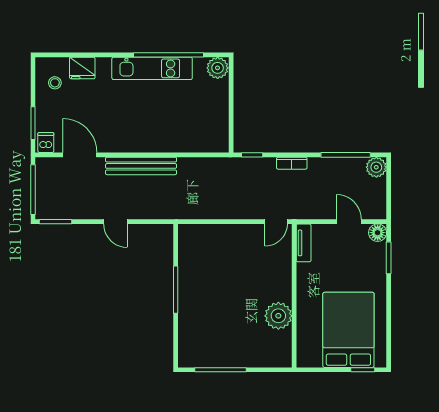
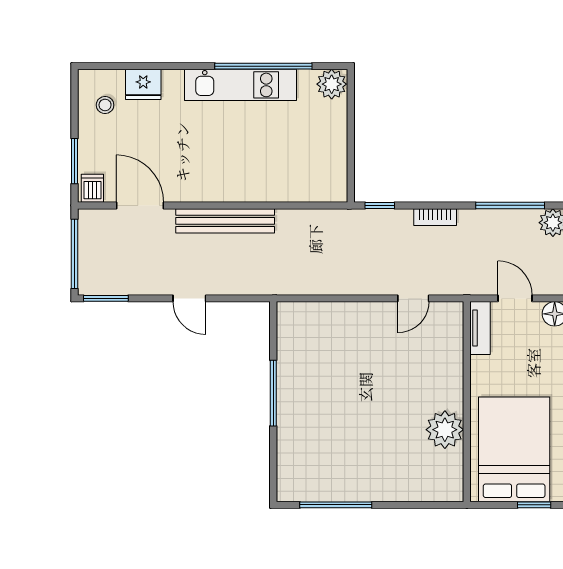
tv unit: (304, 243) -> (480, 328), moved
wall: (294, 296) -> (467, 402), moved
plant: (278, 316) -> (445, 430), moved

